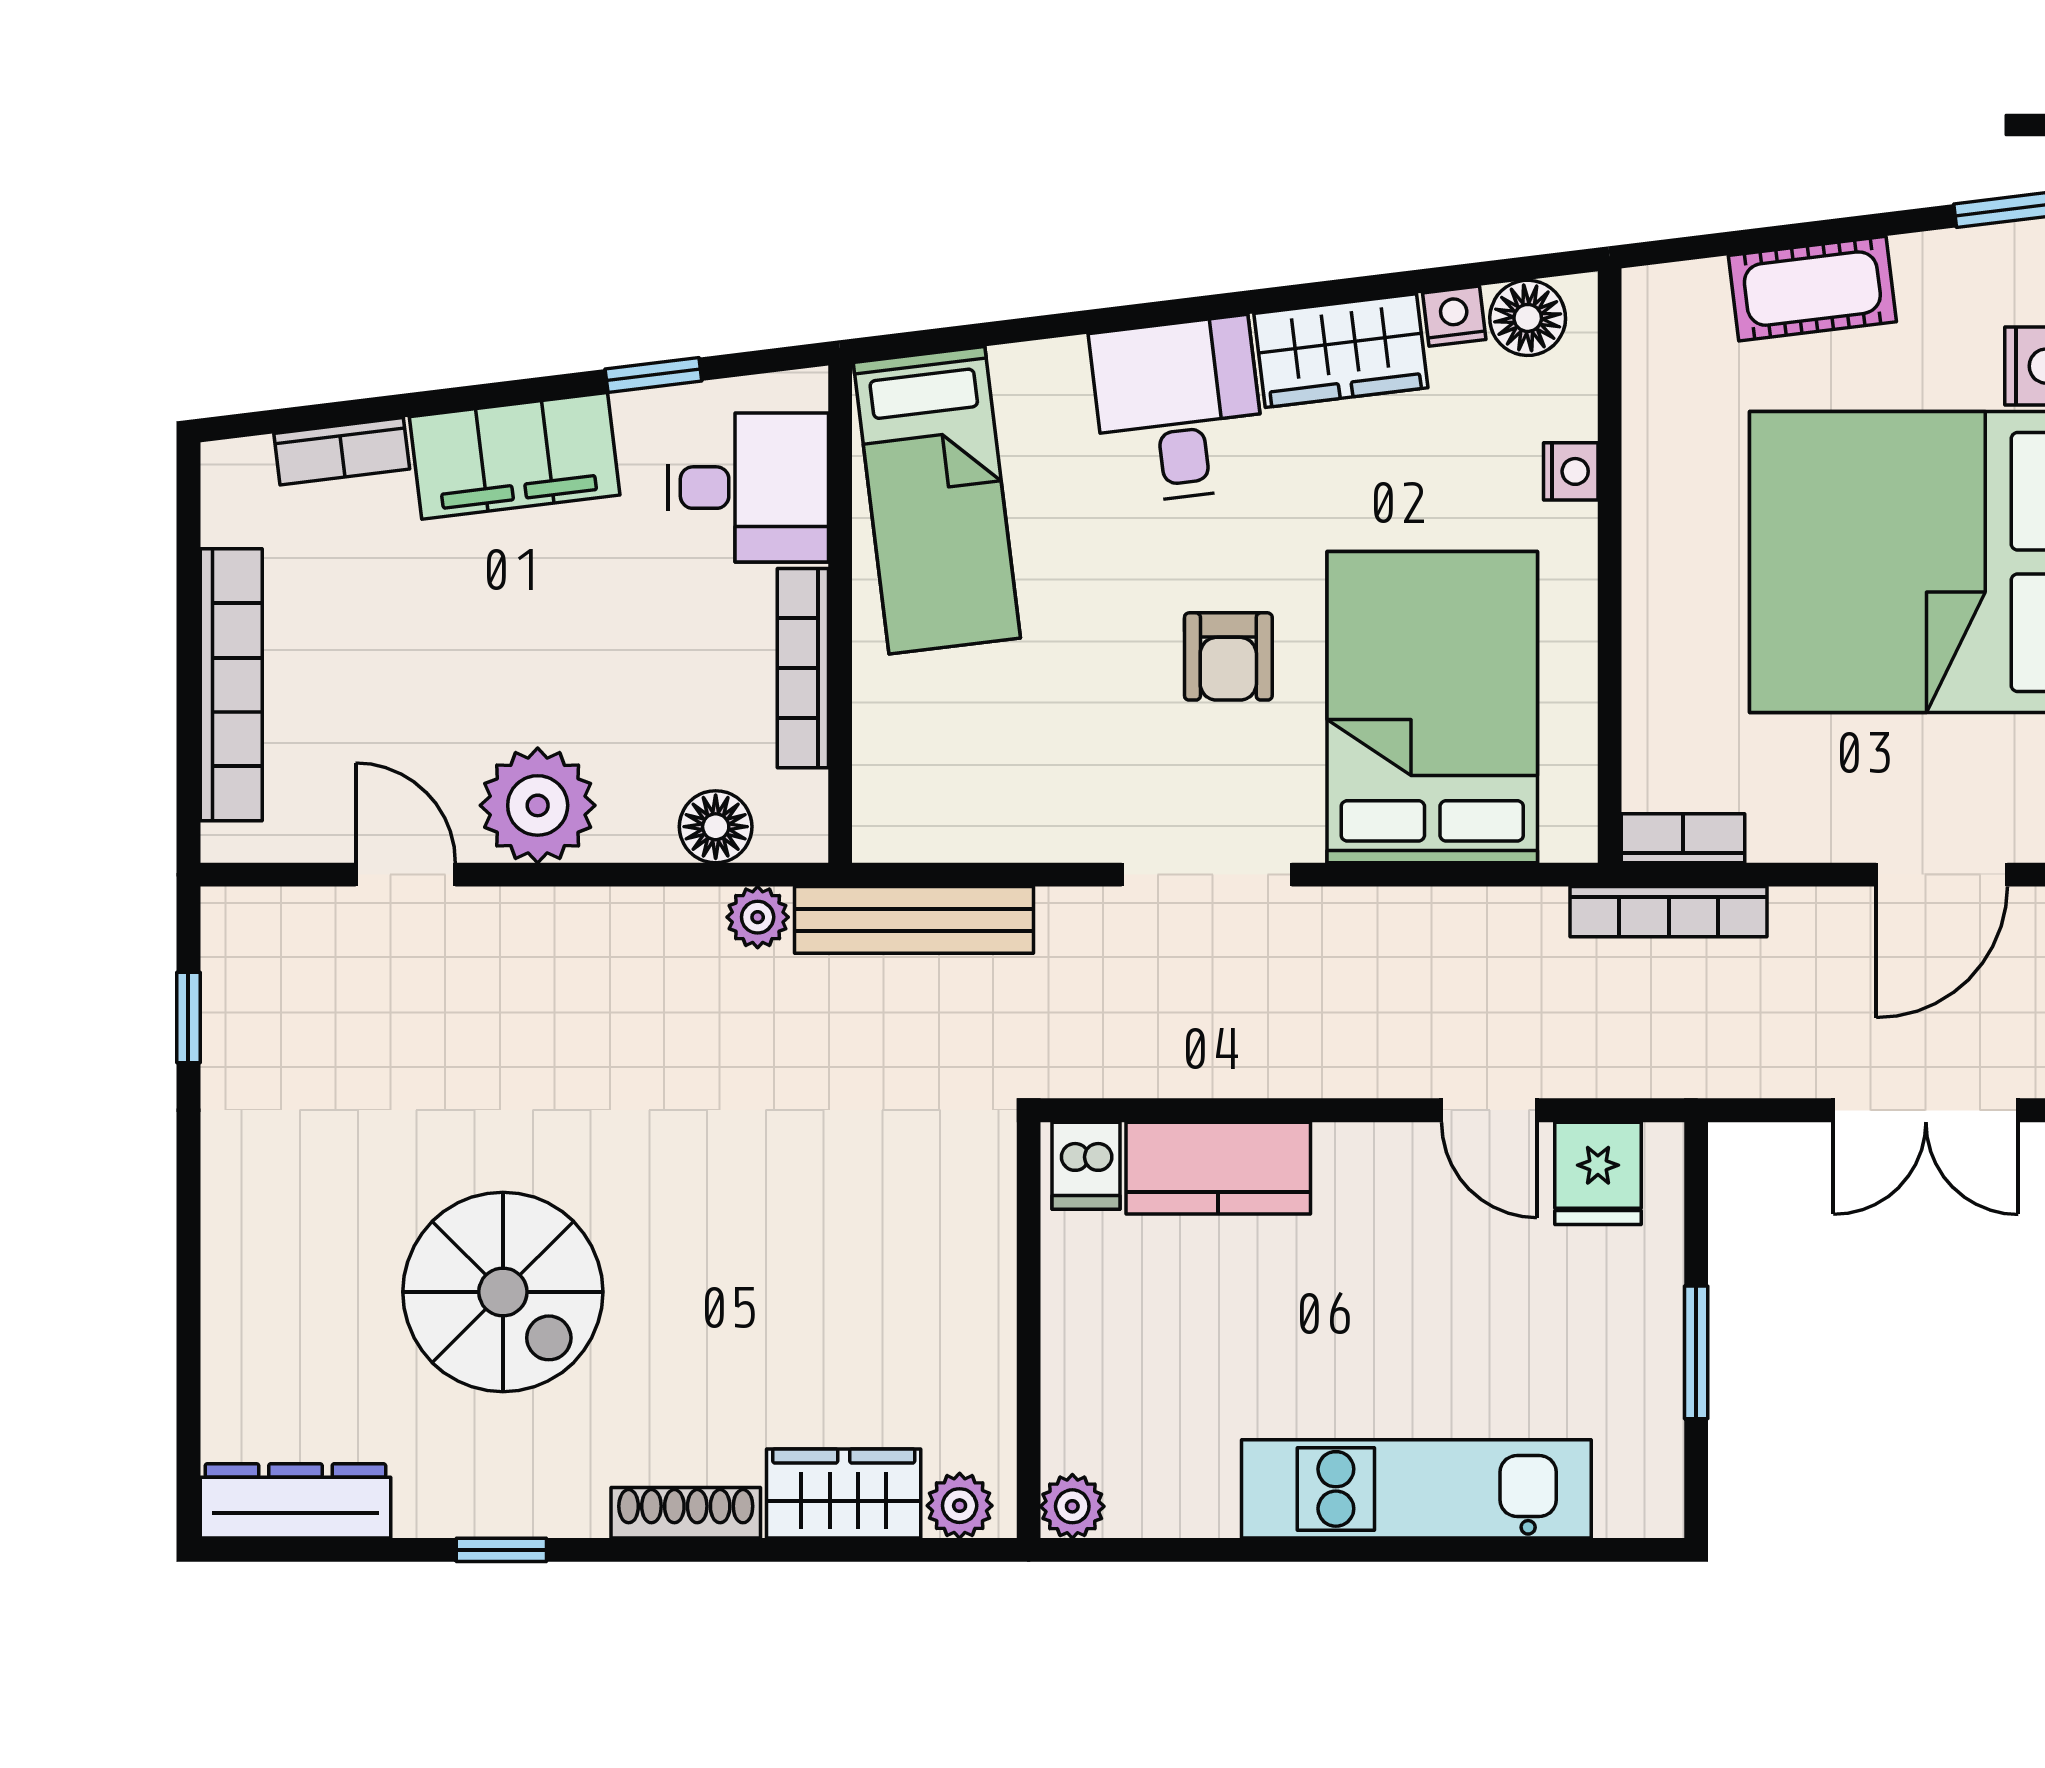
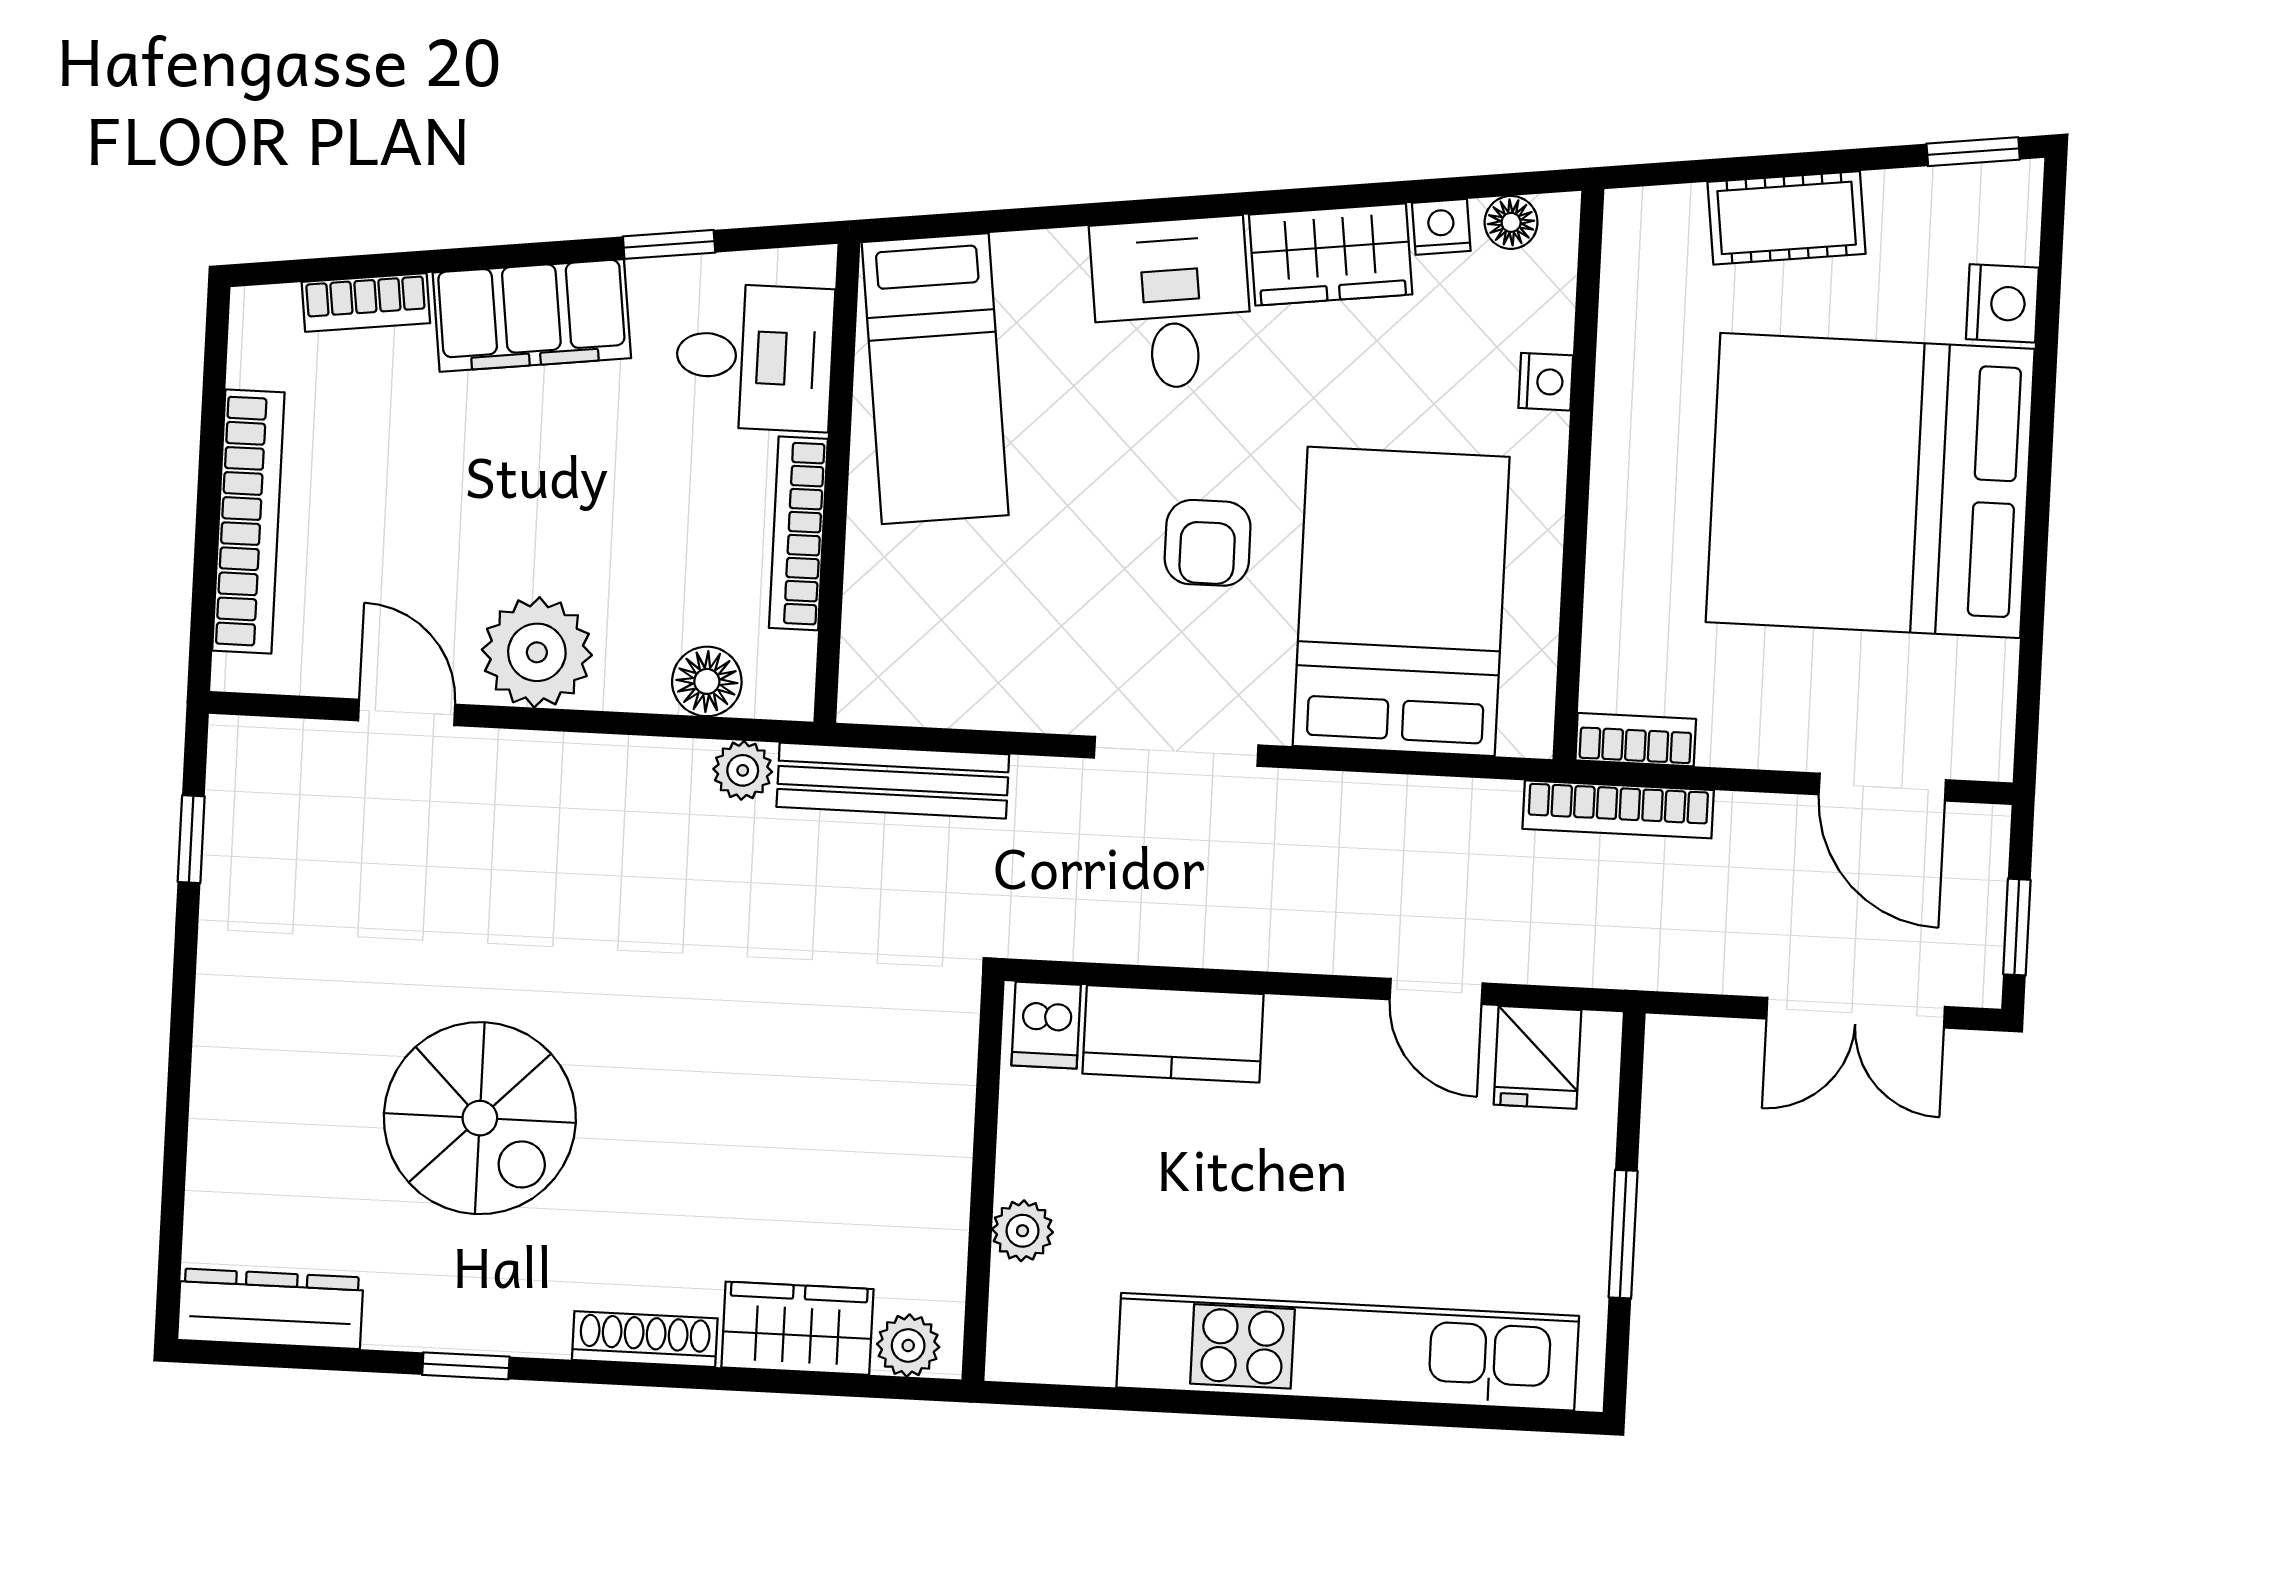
floor lamp: (1528, 318) -> (1511, 222), width x0.73, depth x0.73
door: (1942, 875) -> (1882, 787), hinge flipped
kitchen unit: (1416, 1489) -> (1348, 1352), width x1.36
plant: (1072, 1506) -> (1023, 1231), moved

